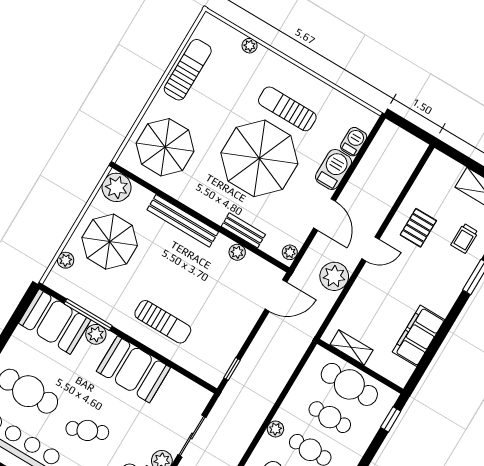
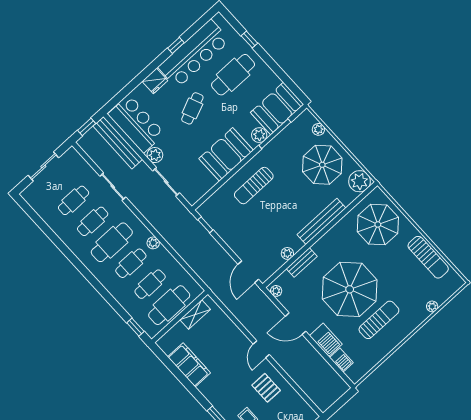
plant: (334, 276) -> (249, 317), removed

